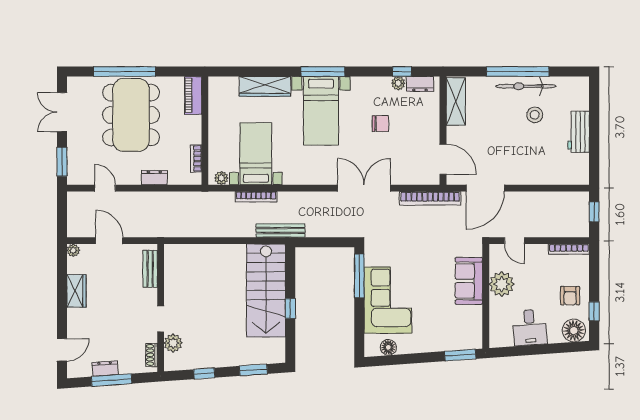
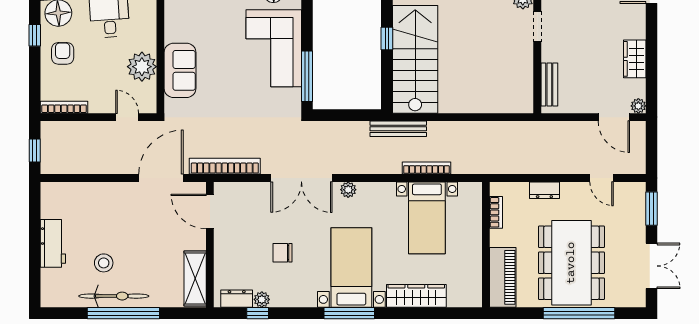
piano: (193, 95) -> (503, 277), width x1.37, depth x1.33
plant: (221, 178) -> (348, 190), moved
door: (109, 241) -> (614, 117), moved

